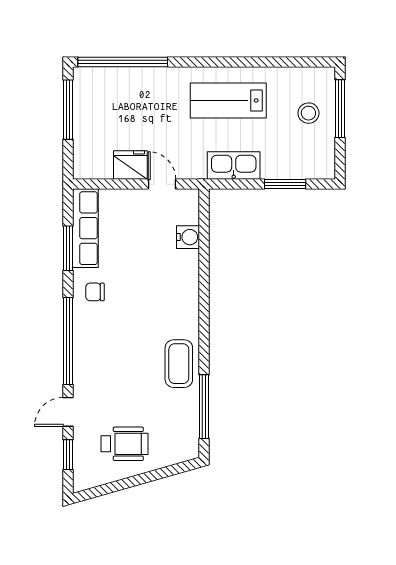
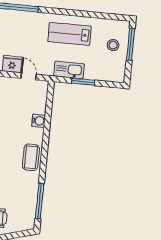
window: (285, 184) -> (83, 82), moved
water cooler: (188, 237) -> (39, 121), moved
coffee table: (179, 364) -> (31, 157), moved

